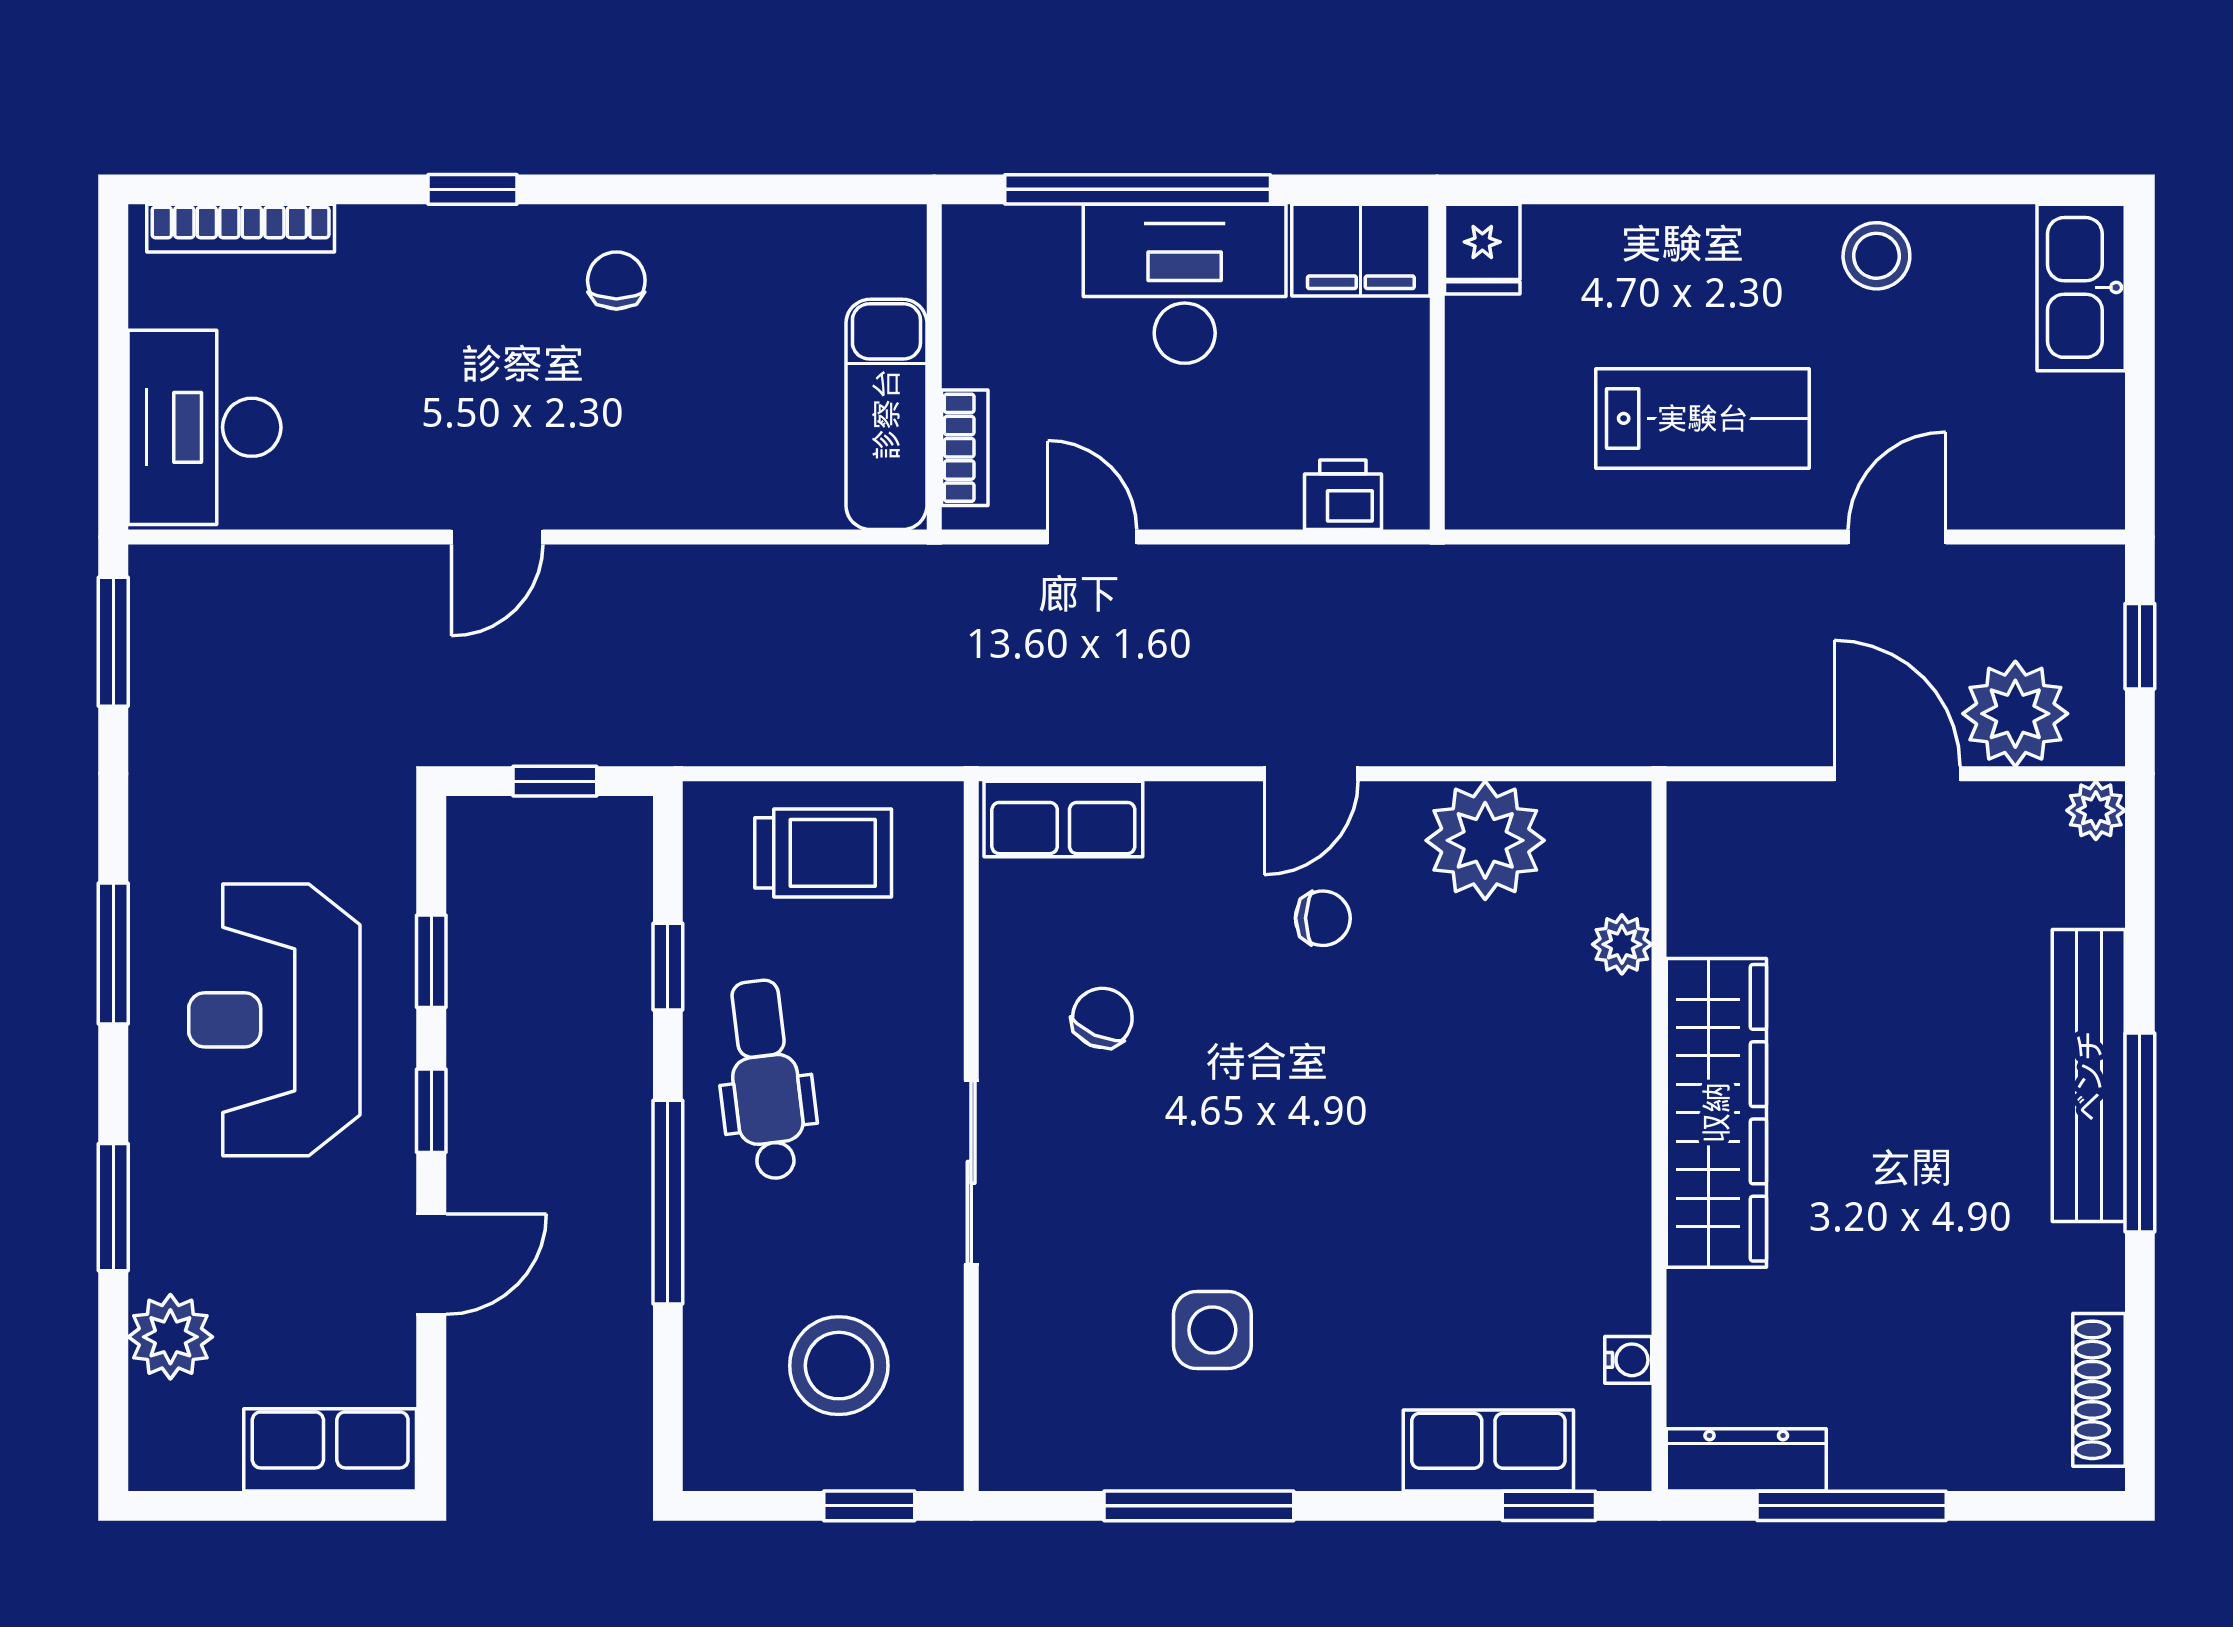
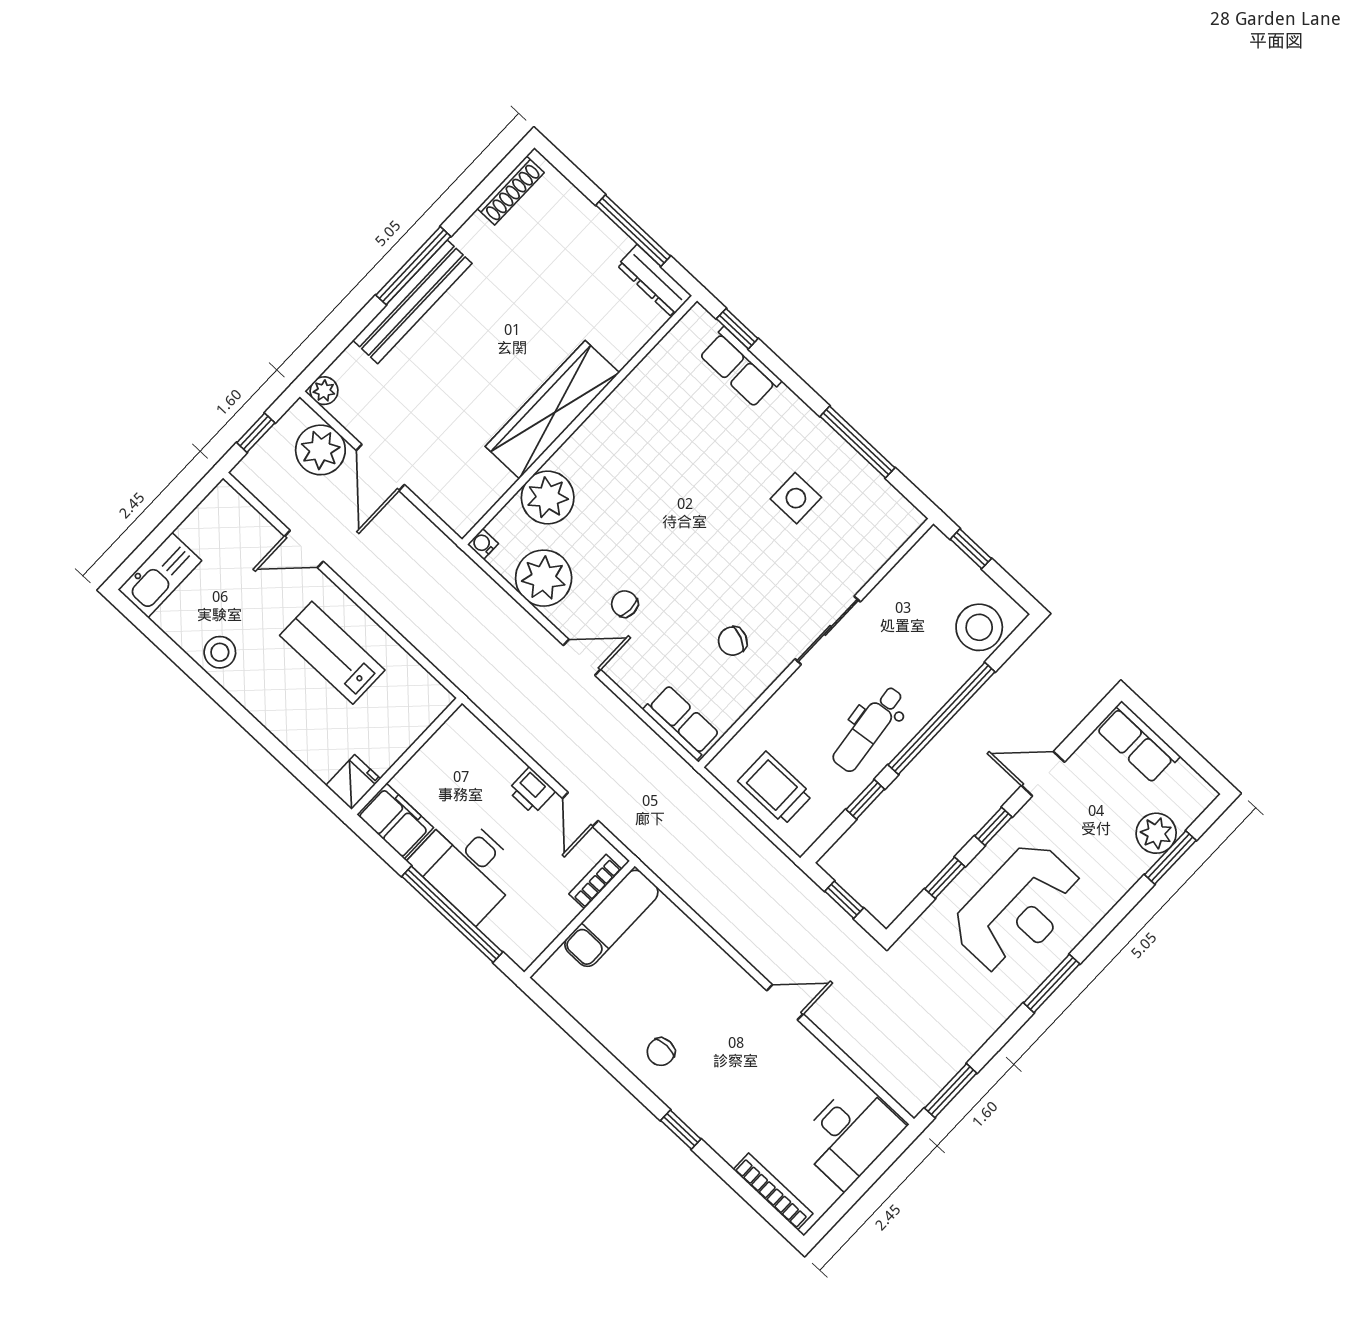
printer: (1343, 495) -> (531, 791), moved
plant: (1622, 944) -> (548, 498), width x1.88, depth x1.88
window: (668, 1202) -> (942, 718), width x1.46
window: (113, 1207) -> (1170, 858), moved
water cooler: (1628, 1360) -> (483, 544), moved
stool: (839, 1366) -> (979, 627), moved

